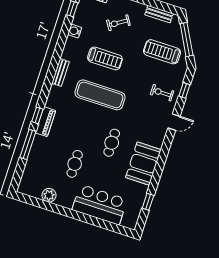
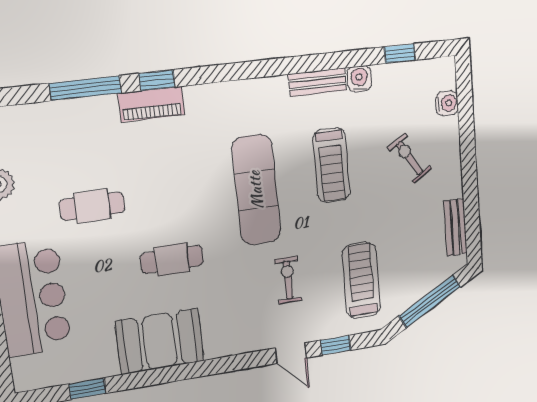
treadmill: (162, 52) -> (361, 280), moved
bench: (60, 72) -> (317, 82), moved
exercise bike: (162, 93) -> (288, 280), moved
door: (174, 122) -> (291, 353), moved

